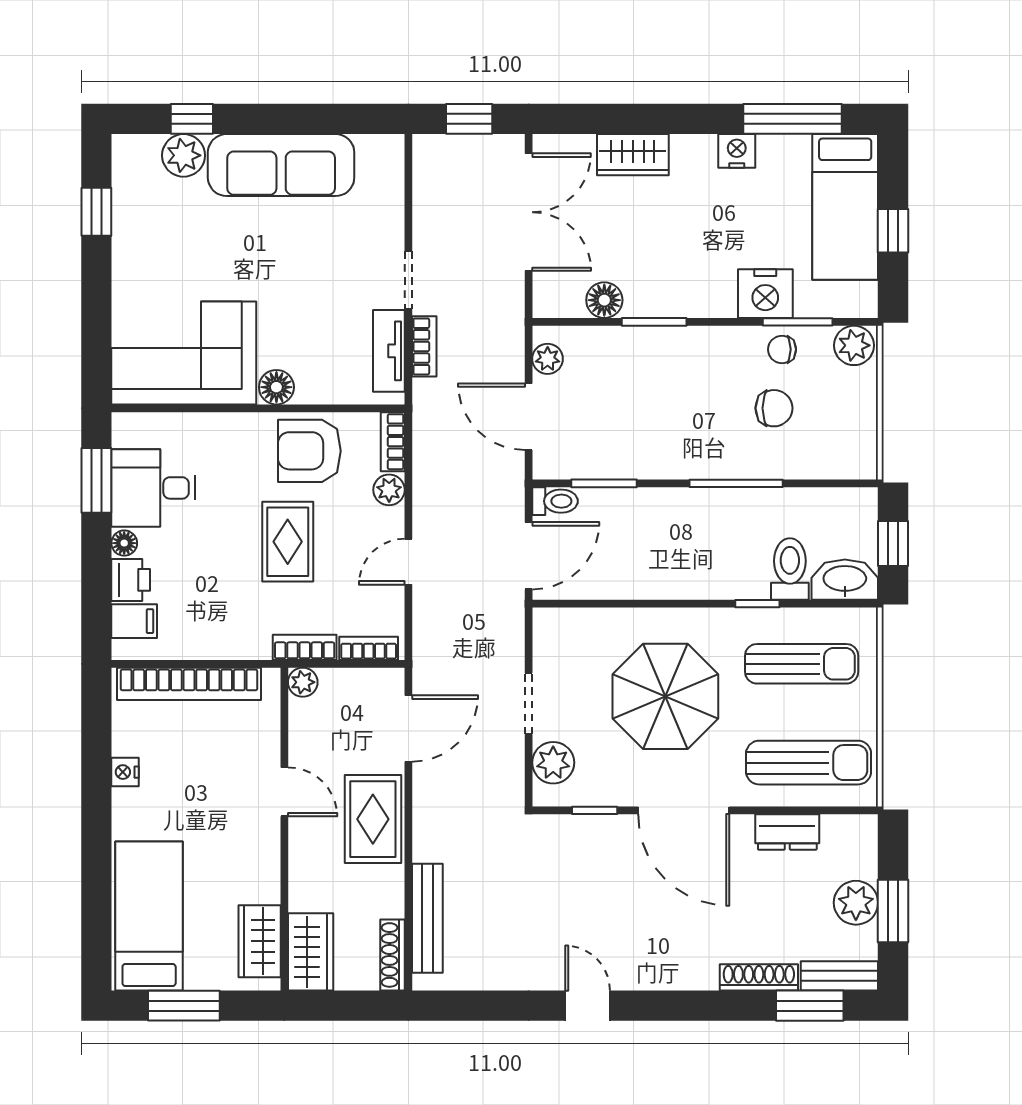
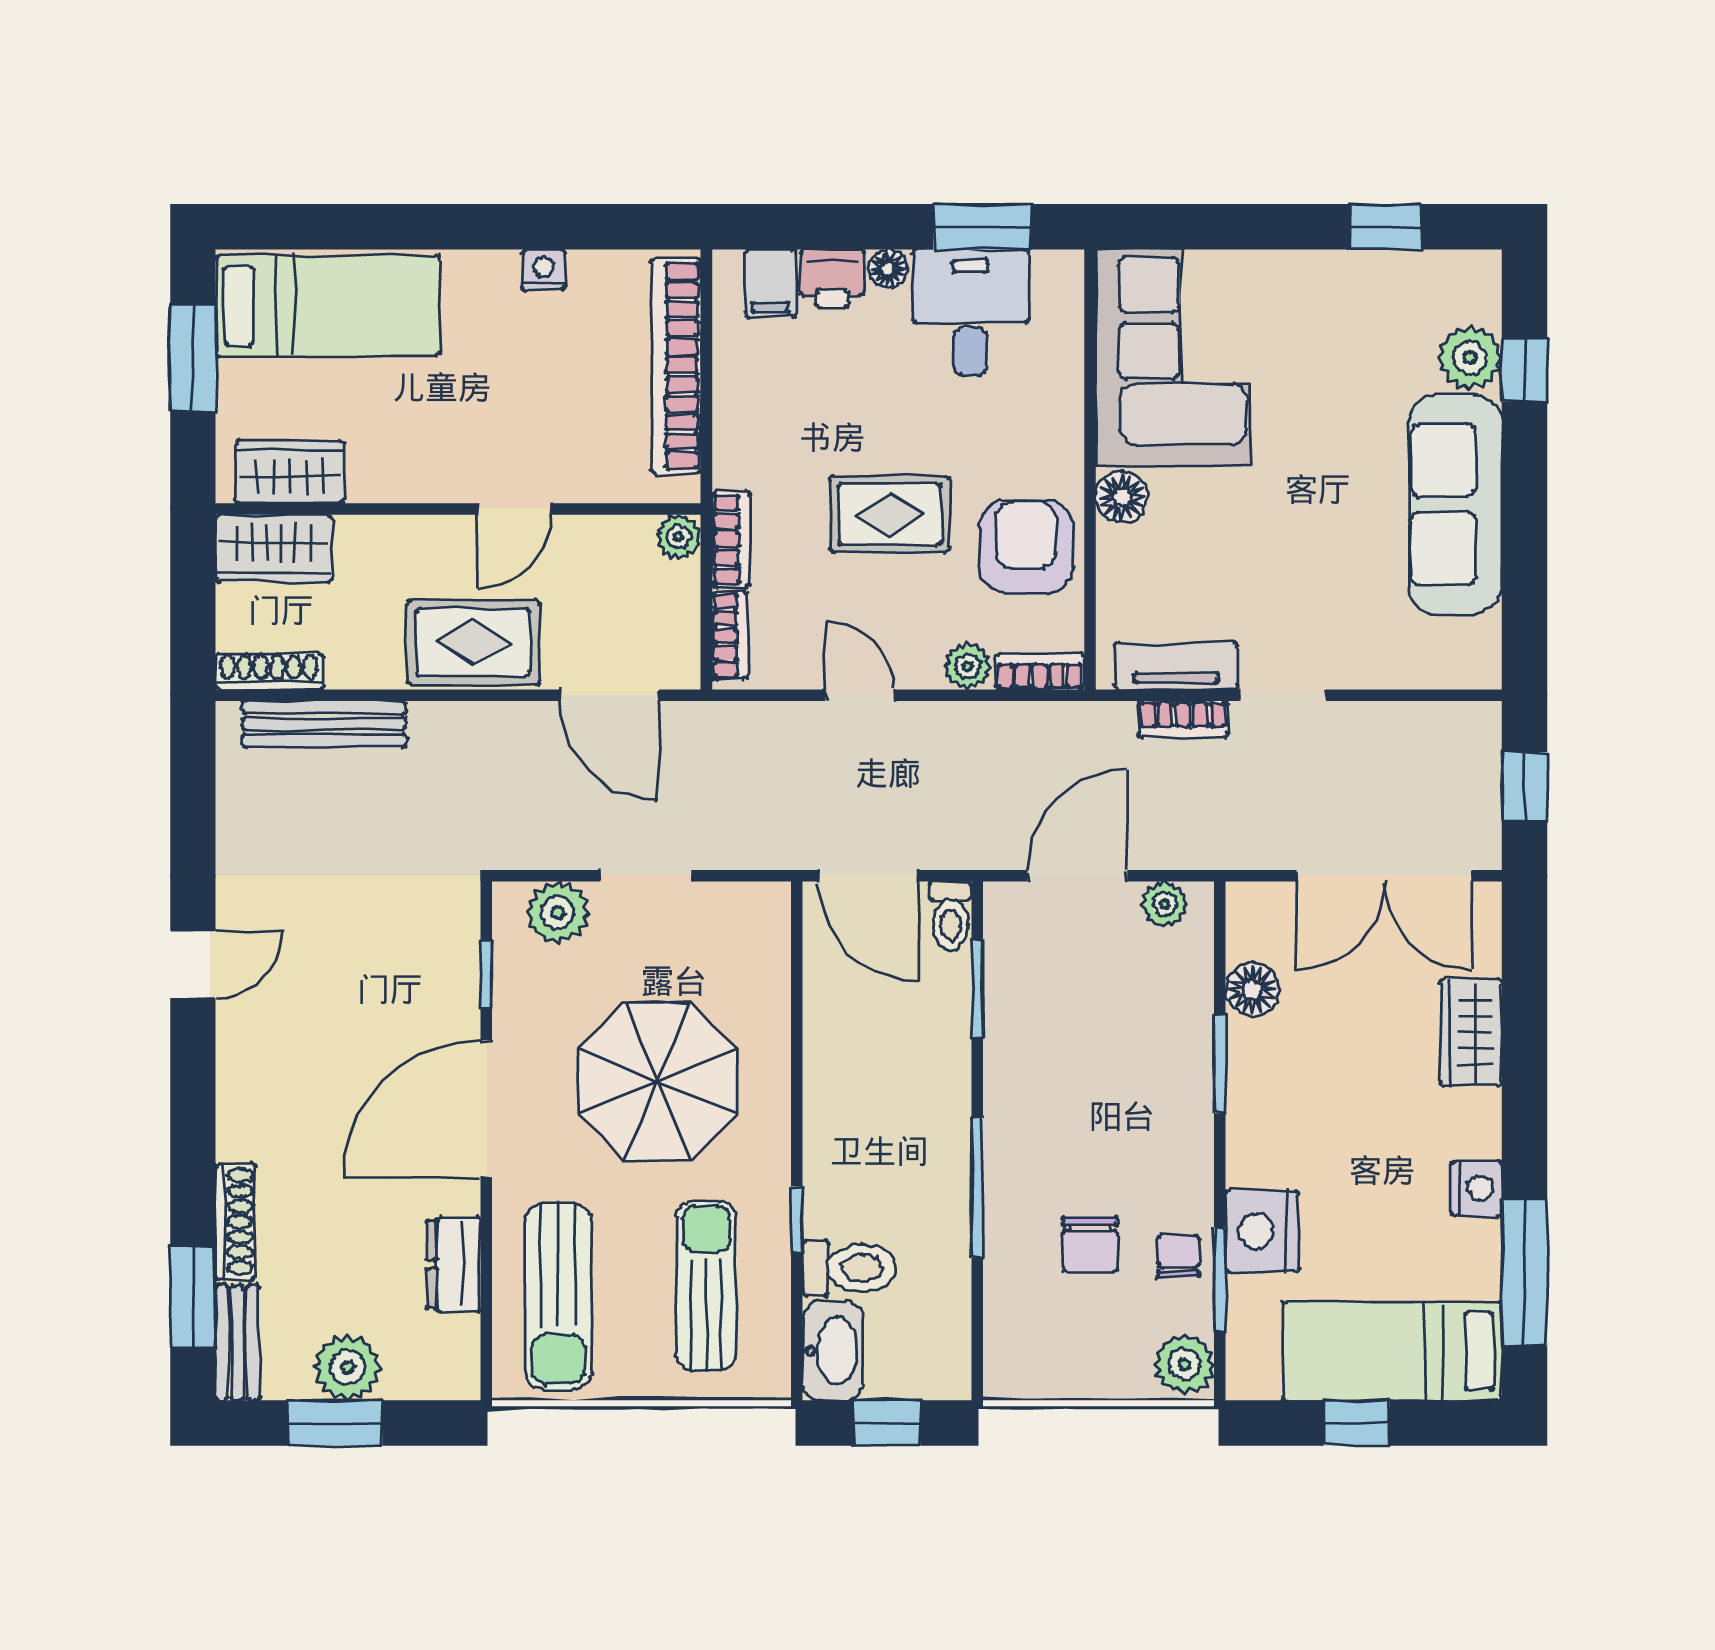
sun lounger: (802, 664) -> (706, 1286), turned 180

